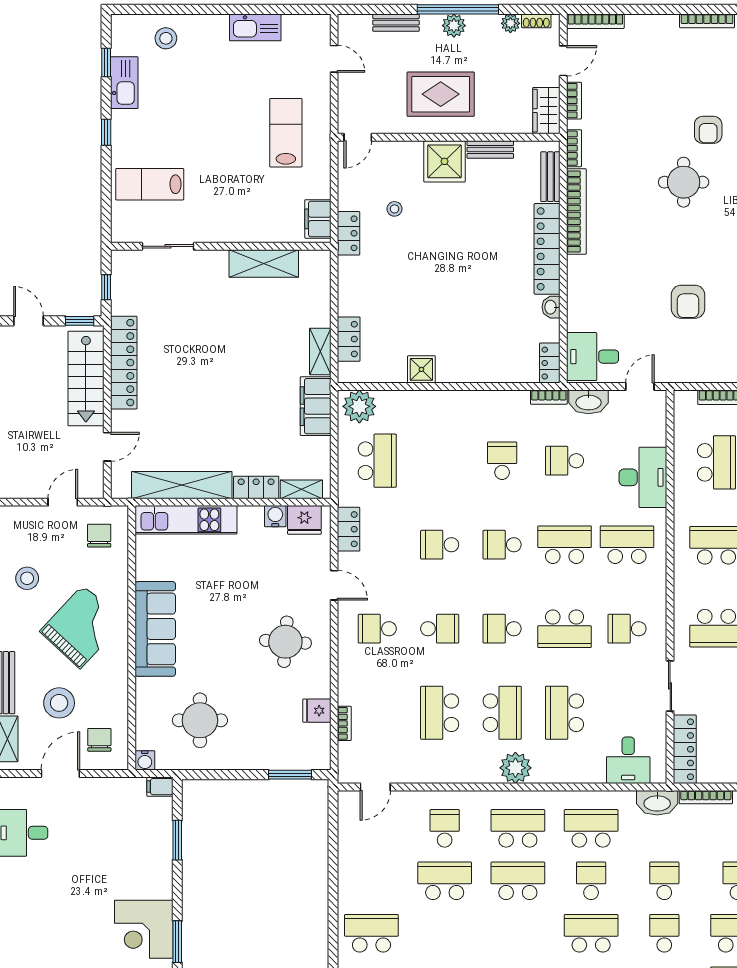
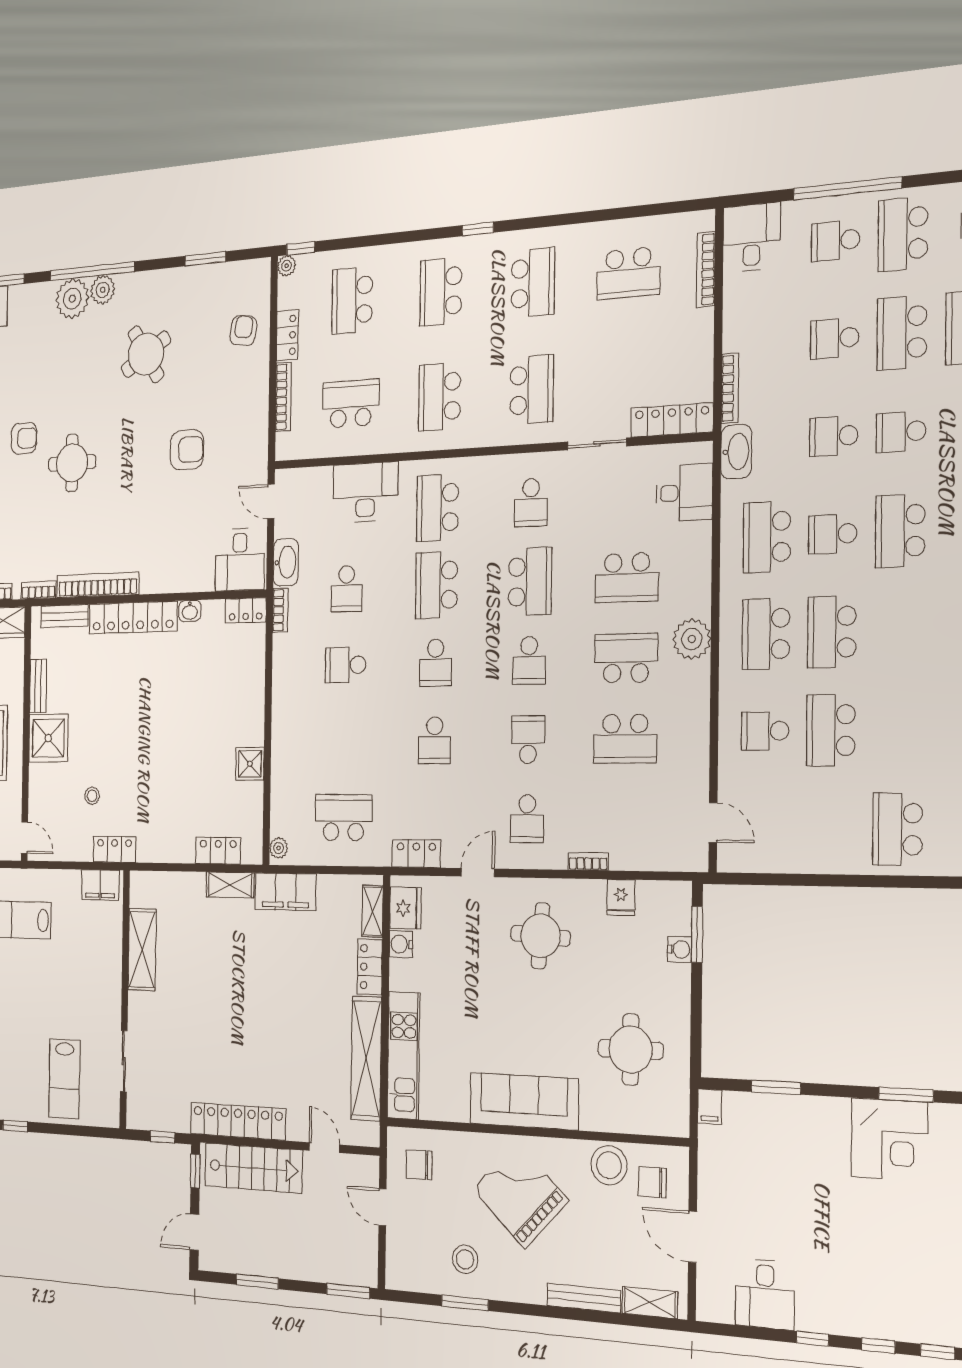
plant: (359, 406) -> (279, 848), width x0.53, depth x0.53
stool: (59, 703) -> (609, 1165), moved
bookcase: (344, 723) -> (588, 861), moved
water cooler: (145, 760) -> (680, 949), moved

